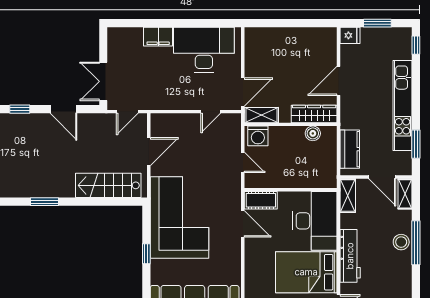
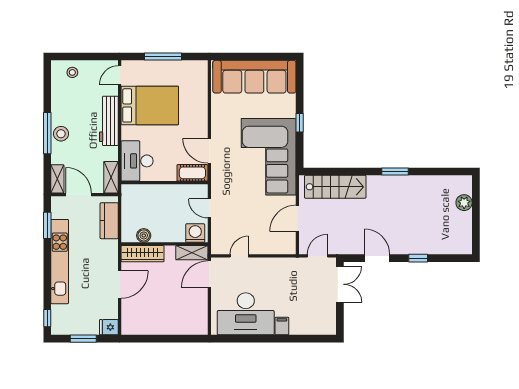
filing cabinet: (158, 37) -> (282, 326), width x0.50
desk: (315, 221) -> (137, 161), width x0.73, depth x0.77

